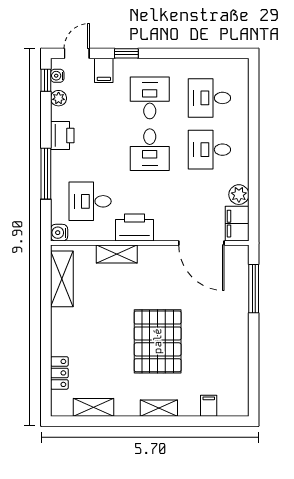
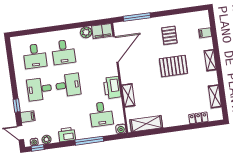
pallet: (158, 341) -> (173, 66), width x0.73, depth x0.71
pallet: (213, 342) -> (169, 35), added

